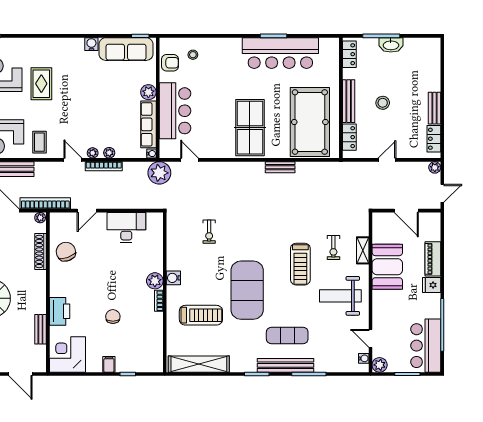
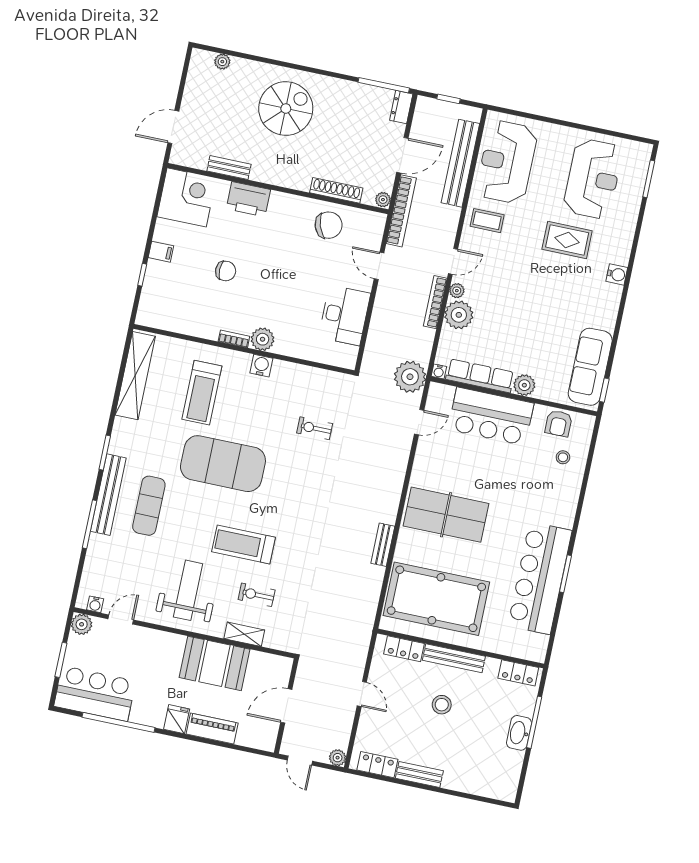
water cooler: (91, 44) -> (617, 274), moved
plant: (109, 153) -> (459, 315), width x1.88, depth x1.88

